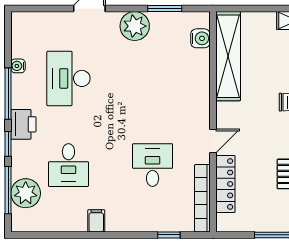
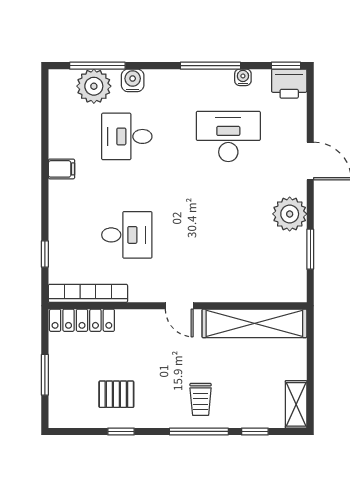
water cooler: (200, 38) -> (133, 80), moved, turned 180
printer: (23, 124) -> (289, 84), moved
door: (213, 141) -> (179, 306), moved
window: (8, 144) -> (286, 66), moved
locker: (225, 184) -> (82, 320), moved

